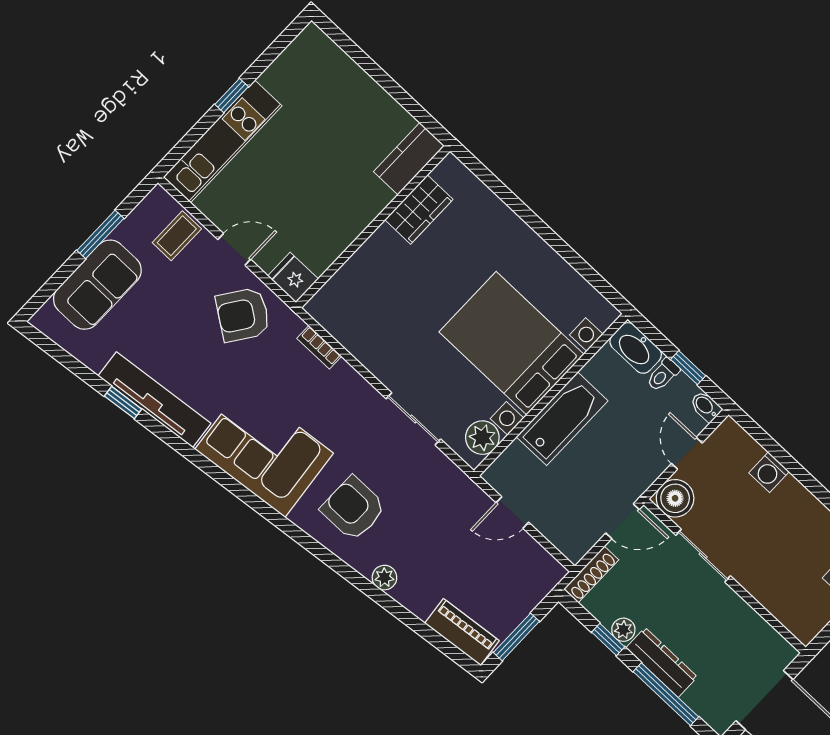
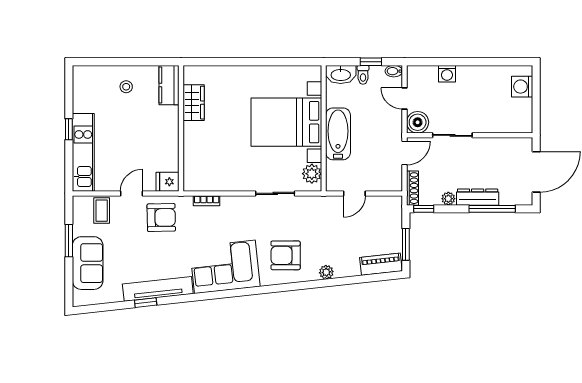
stool: (353, 110) -> (126, 87), added
armchair: (243, 315) -> (161, 218), turned -126
window: (608, 640) -> (424, 209), moved

